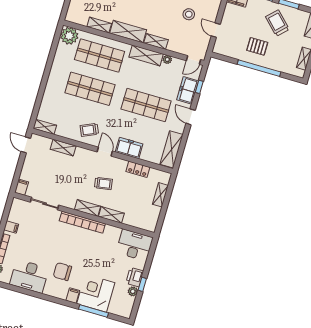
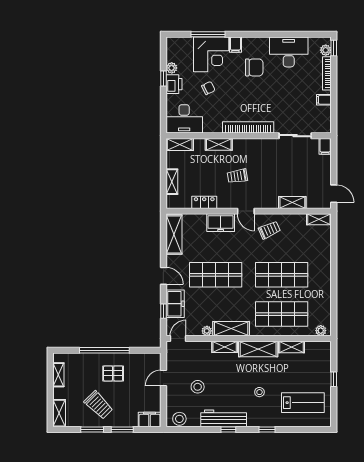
door: (216, 30) -> (163, 378), swing flipped
plant: (69, 36) -> (321, 331), width x0.53, depth x0.53
shelving: (88, 208) -> (180, 144), moved
chair: (106, 265) -> (208, 88), added

